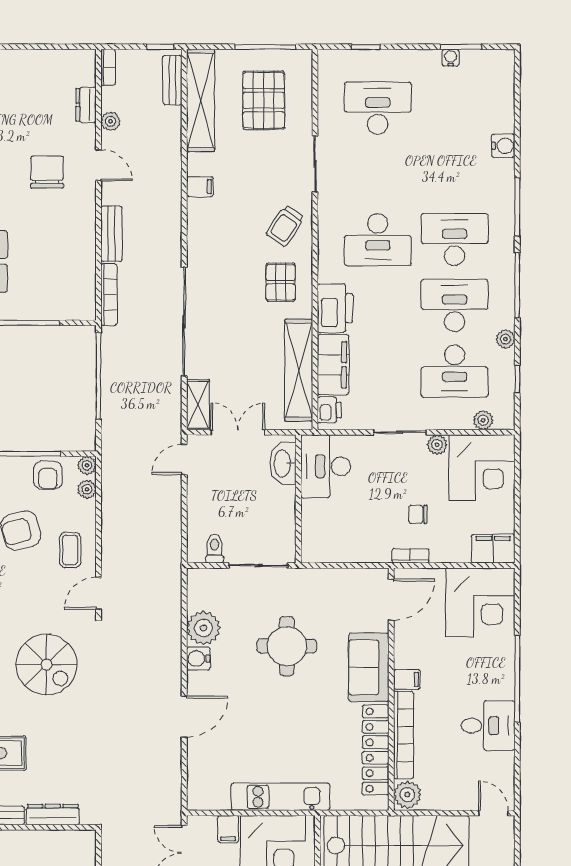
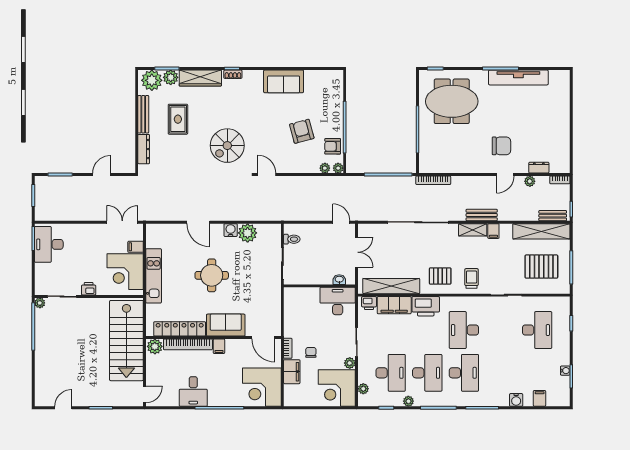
filing cabinet: (500, 104) -> (540, 398), added
trolley: (285, 226) -> (472, 278), turned 56
bench: (111, 234) -> (482, 215), moved
desk: (455, 371) -> (391, 373), turned 180
shelving: (198, 405) -> (473, 230), moved
washbasin: (283, 463) -> (339, 280), width x0.52, depth x0.69
filing cabinet: (493, 549) -> (292, 372), moved
coffee table: (70, 550) -> (291, 159), removed
round table: (287, 646) -> (212, 275), moved

